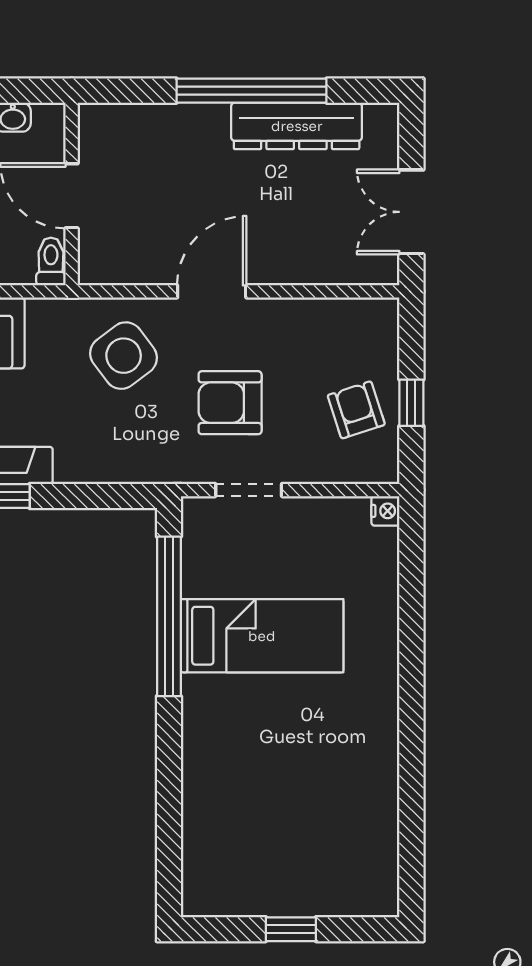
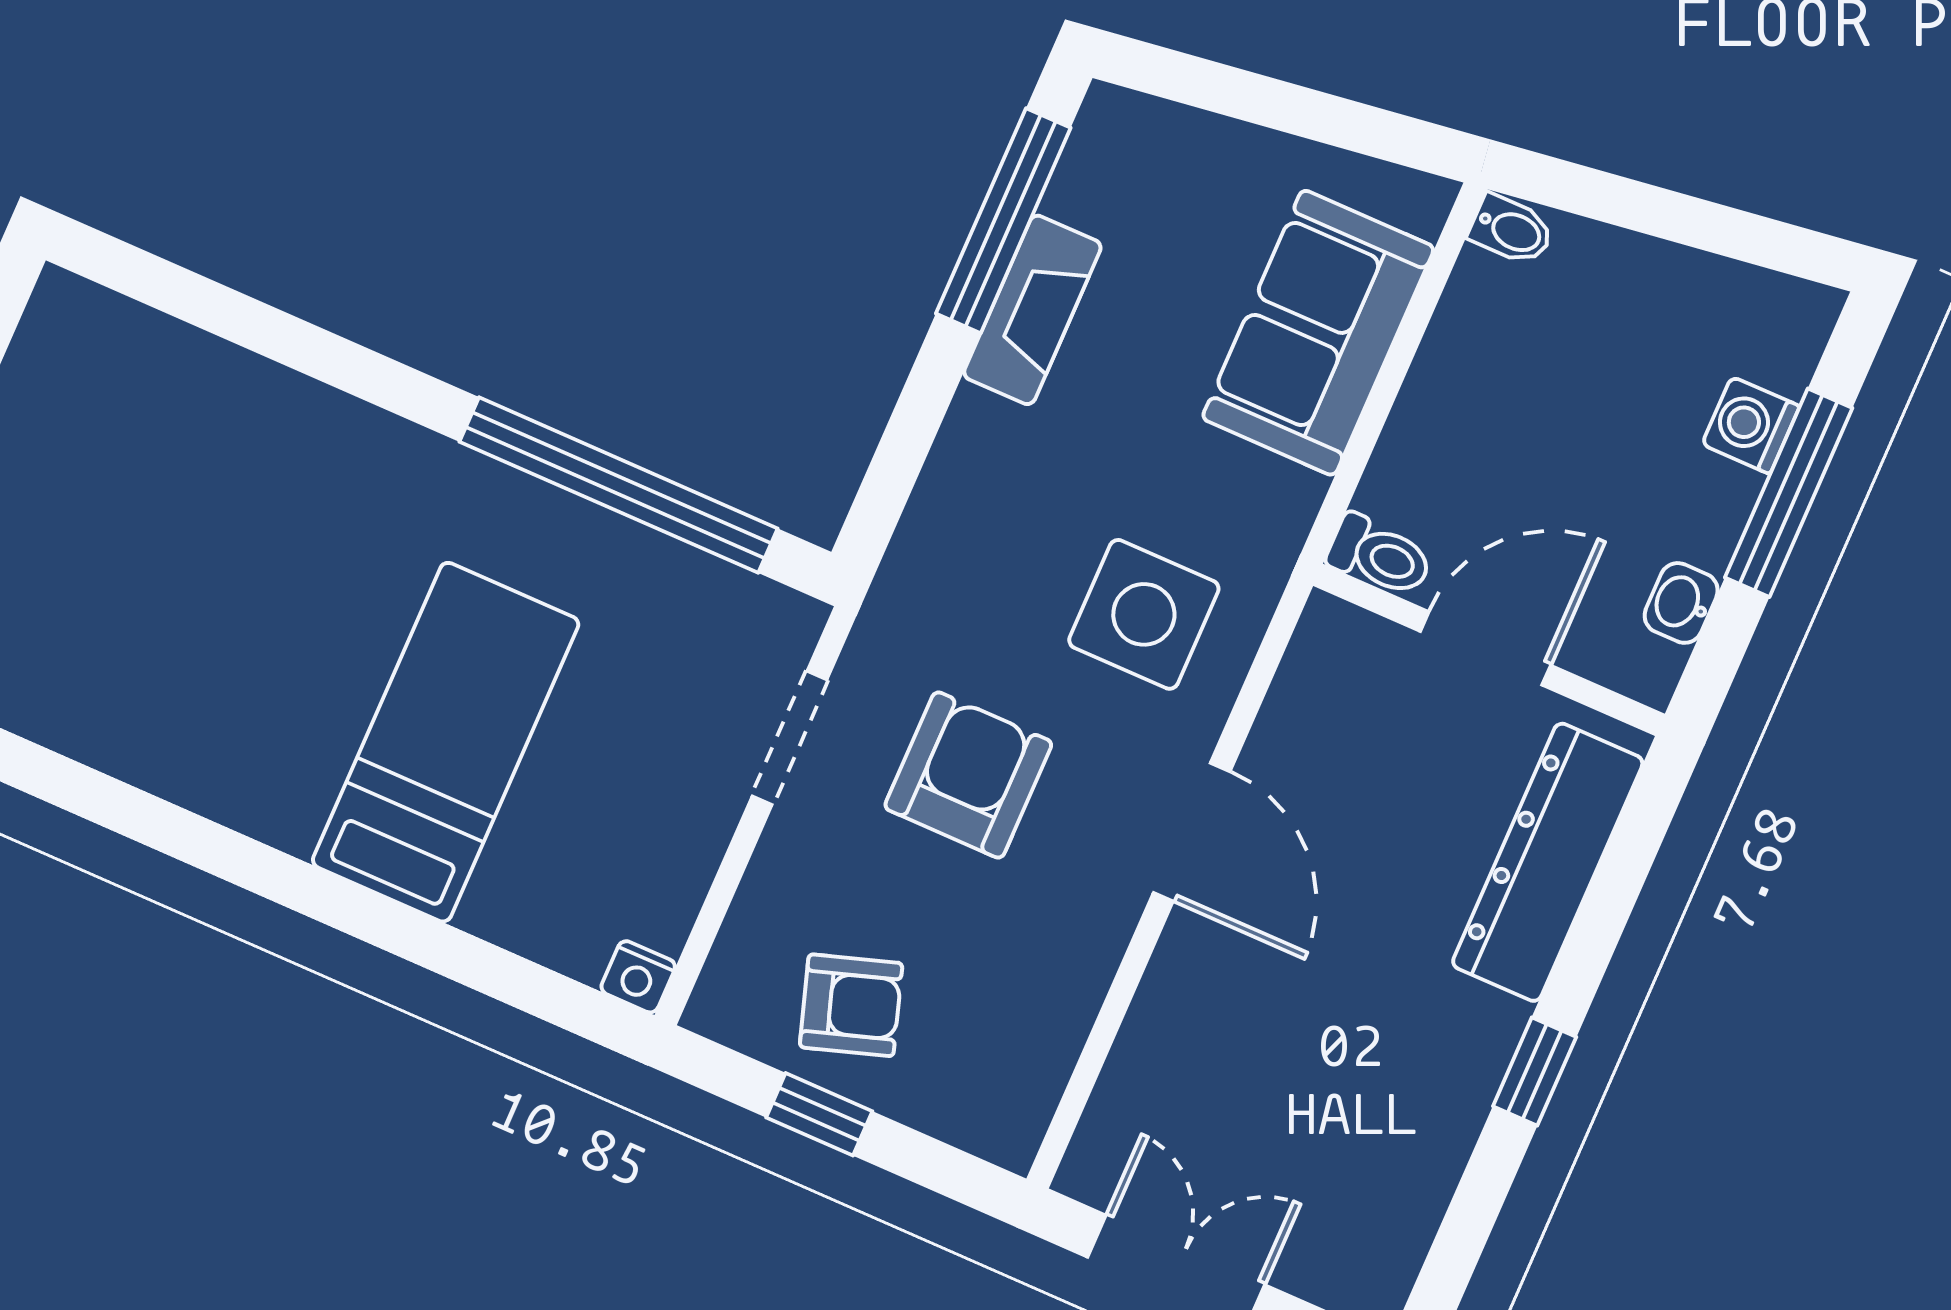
window: (252, 91) -> (1535, 1072), width x0.32
dresser: (297, 126) -> (1548, 862), moved
side table: (124, 356) -> (1144, 614), turned 37
bed: (262, 636) -> (446, 742), moved, turned 180

